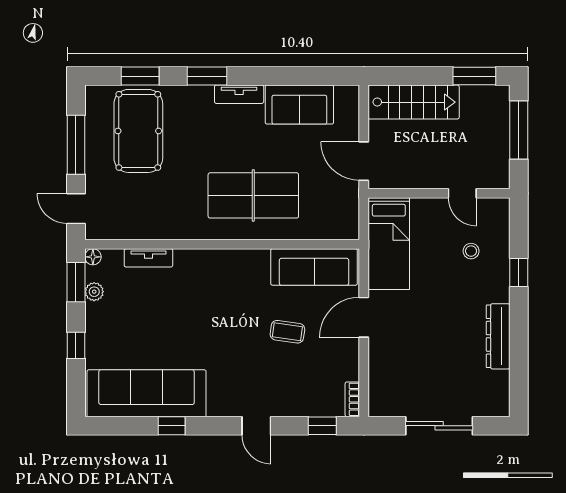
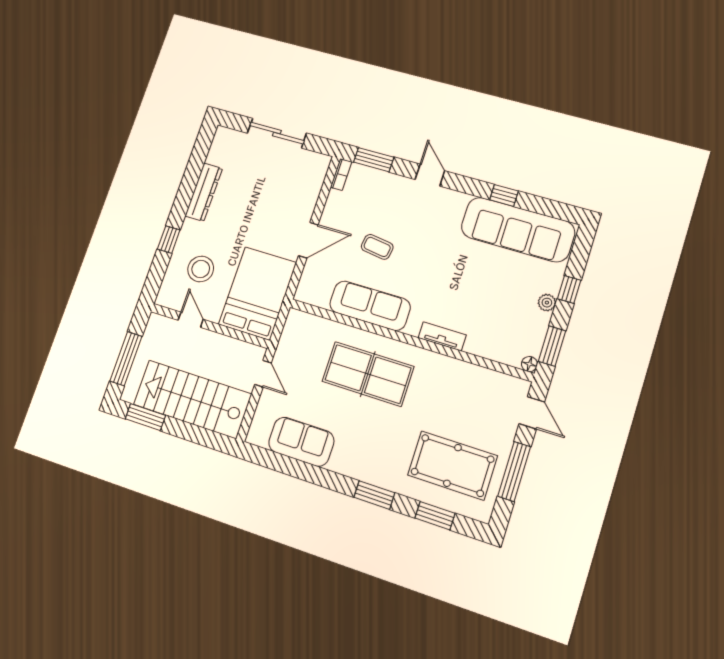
tv unit: (239, 94) -> (351, 469), removed
stairs: (414, 102) -> (192, 399), width x1.36, depth x1.51
pool table: (138, 131) -> (452, 465), turned 90
door: (364, 161) -> (263, 374), width x0.73
bed: (389, 244) -> (258, 293), width x1.50
stool: (471, 251) -> (201, 269), width x1.89, depth x1.89
tv unit: (148, 258) -> (442, 336), moved
sofa: (314, 267) -> (370, 306), moved
plant: (94, 292) -> (547, 303), moved
window: (322, 426) -> (374, 160), width x1.50

